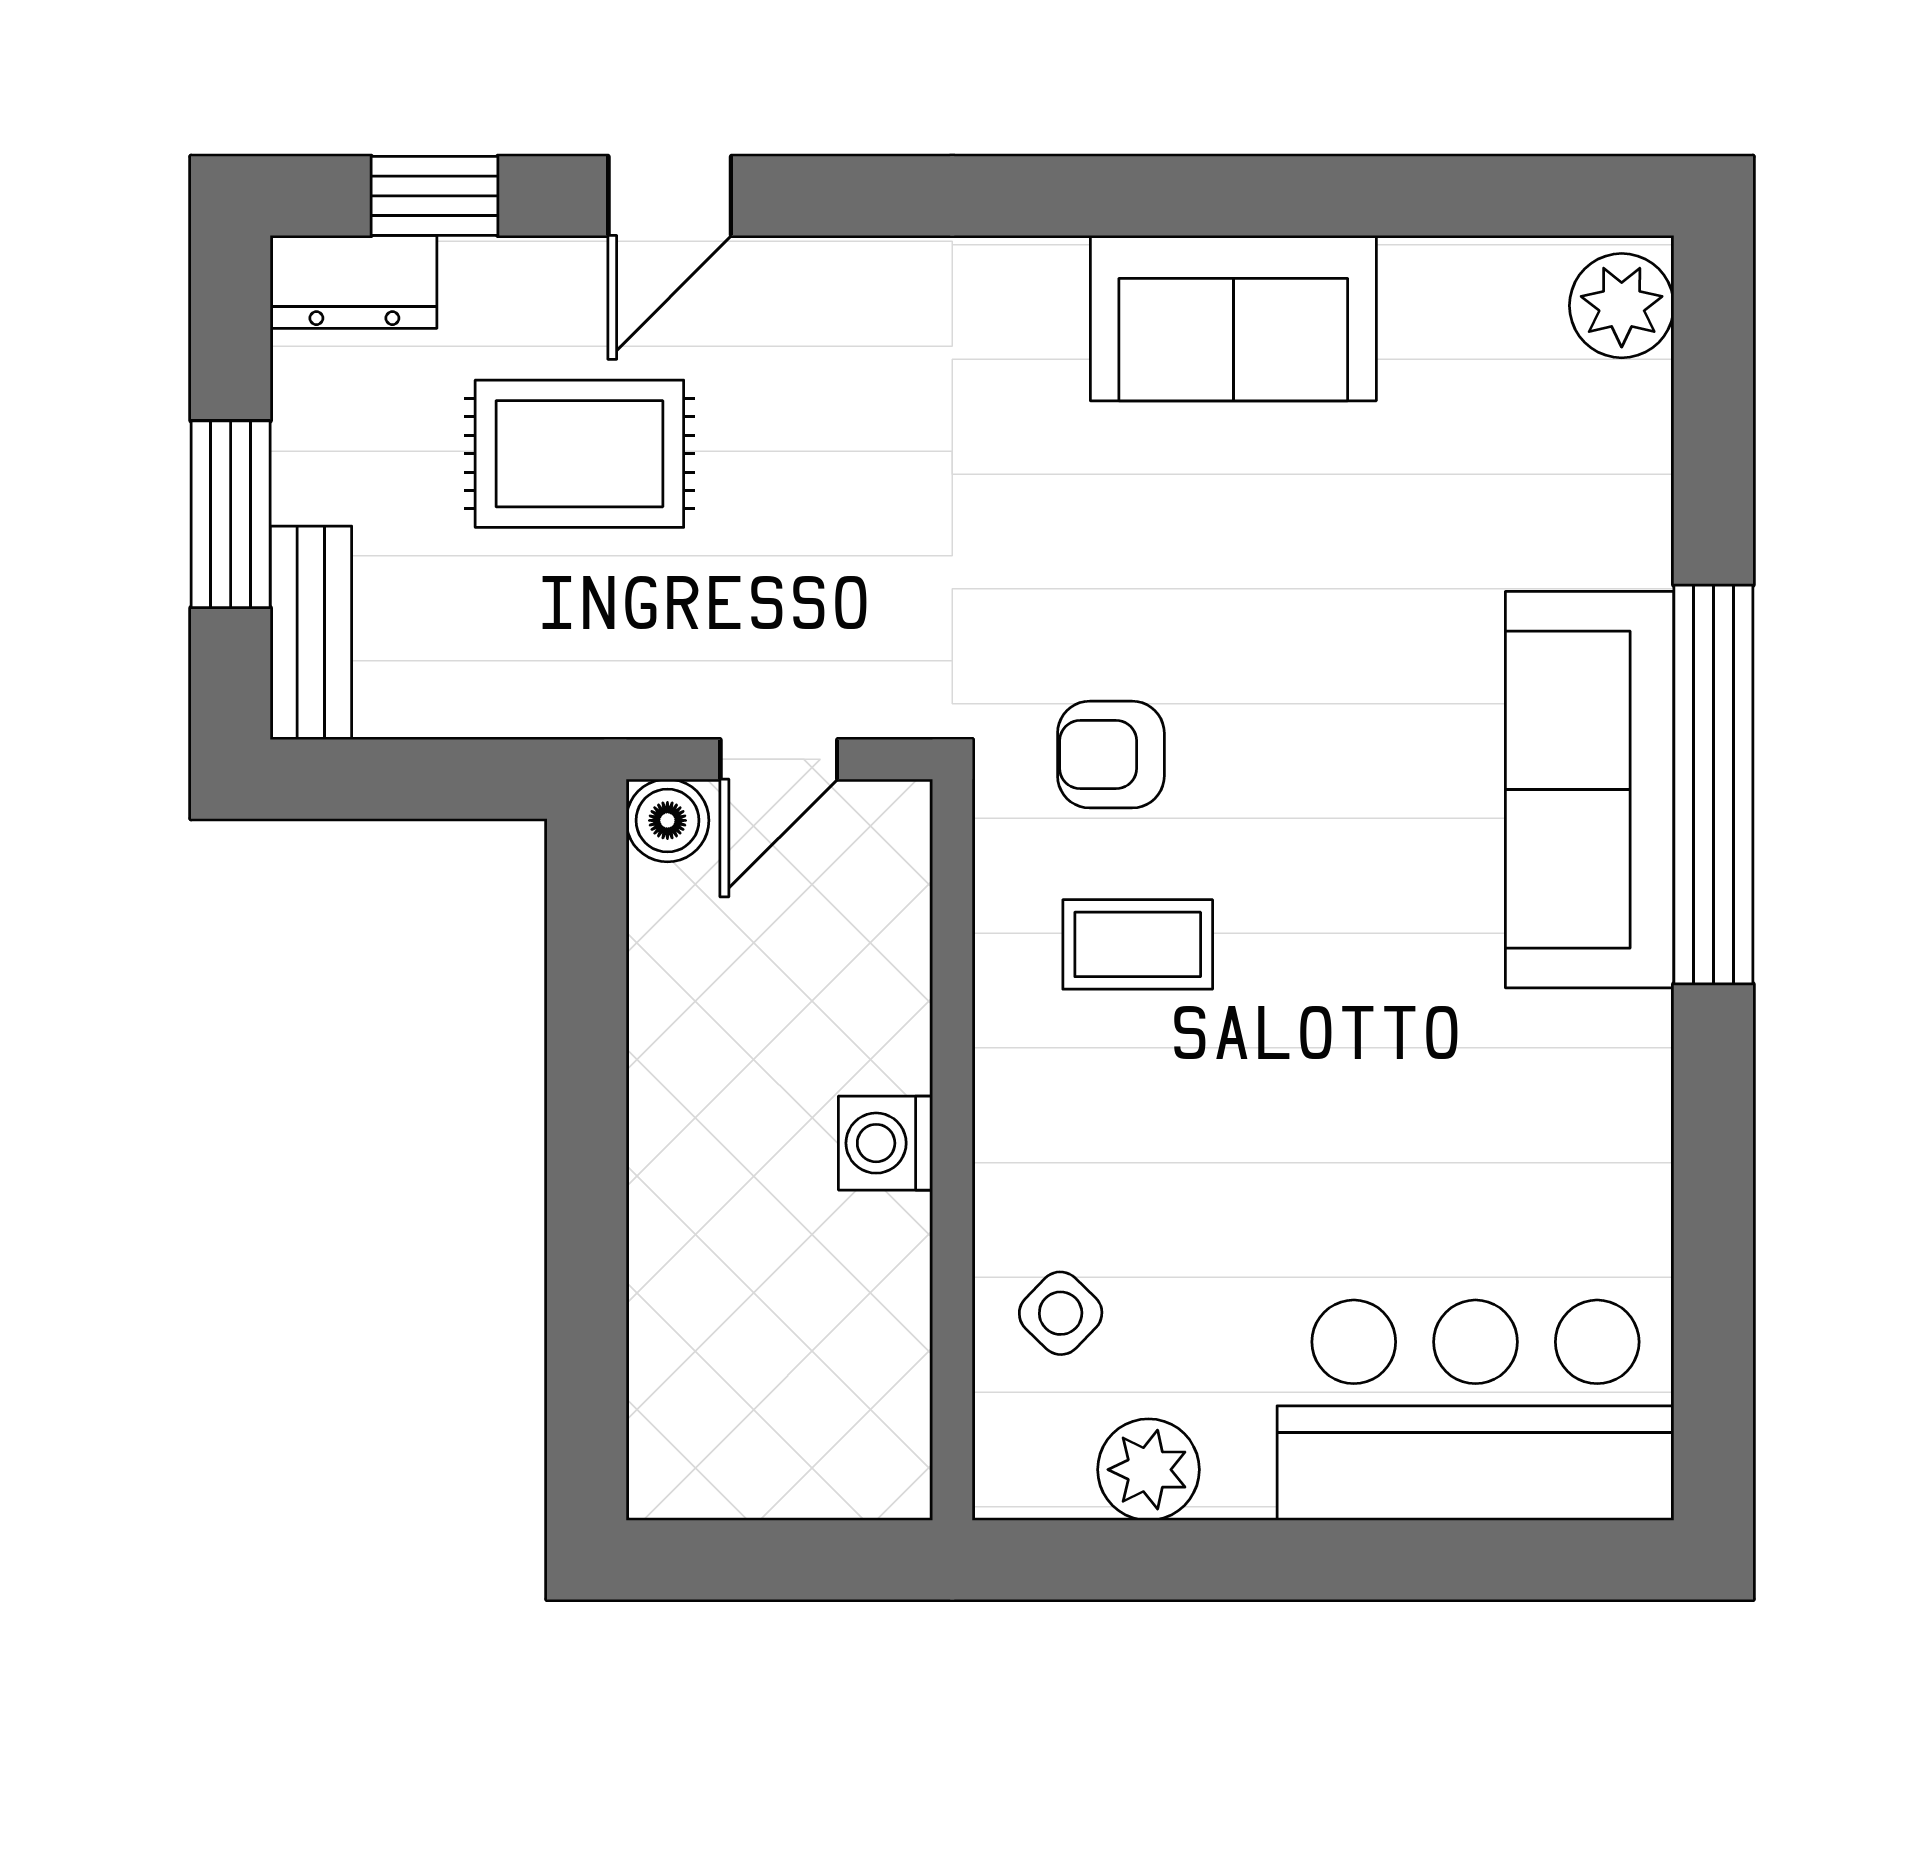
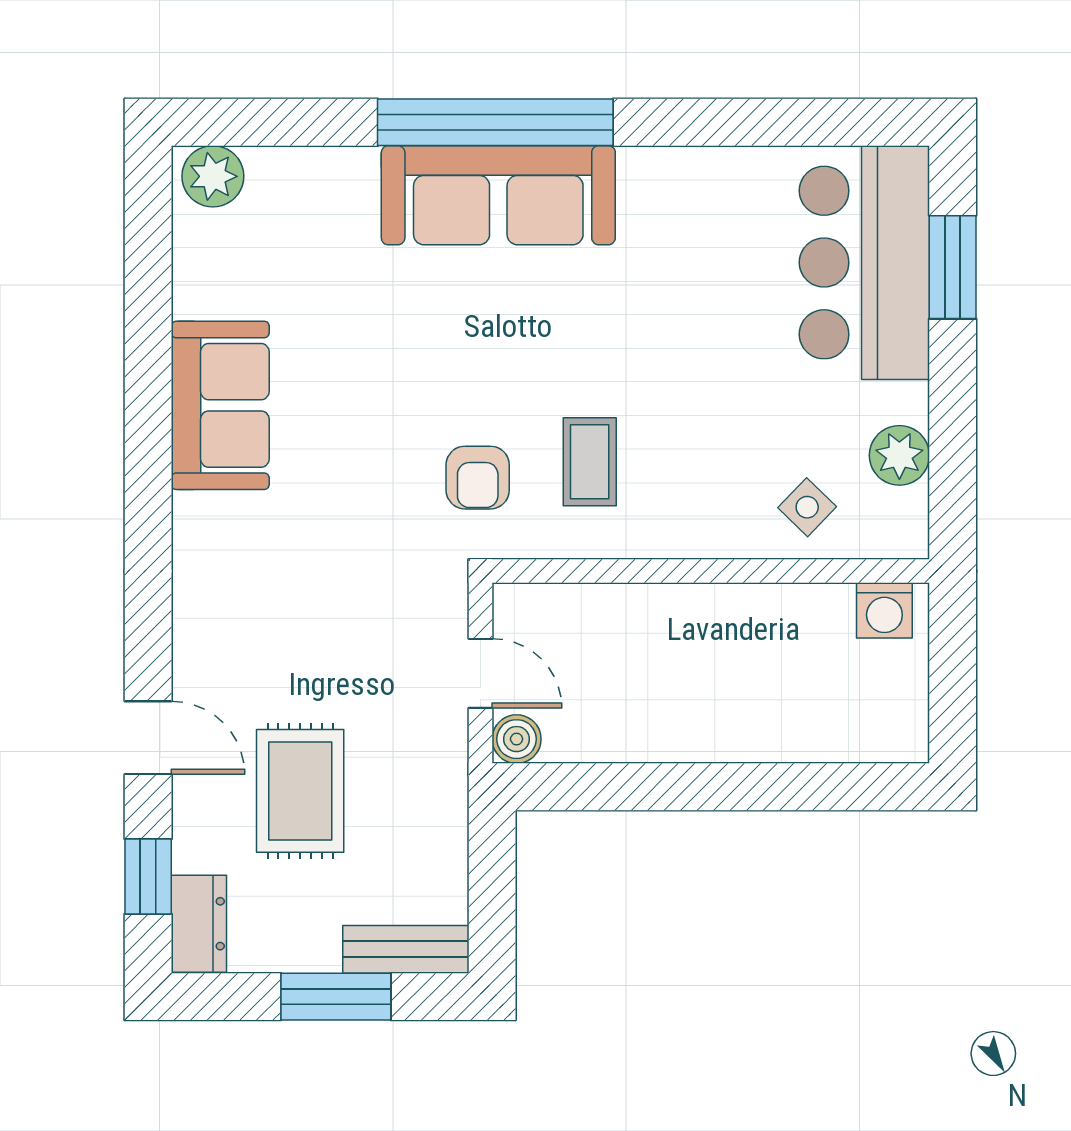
washing machine: (885, 1143) -> (884, 610), moved
window: (1468, 1560) -> (953, 267), added

